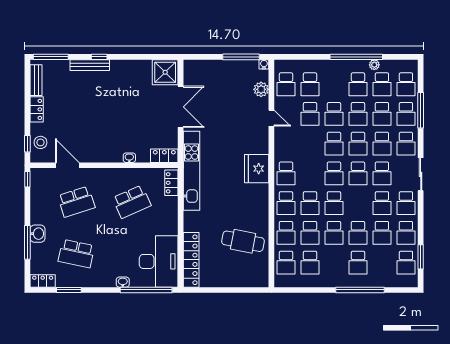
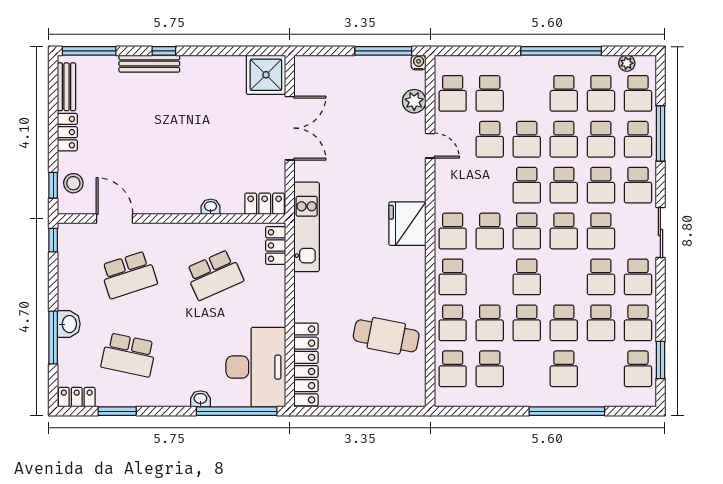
plant: (374, 65) -> (627, 63), moved
kitchen unit: (192, 171) -> (307, 227), width x0.73
school desk: (310, 203) -> (490, 231), moved

